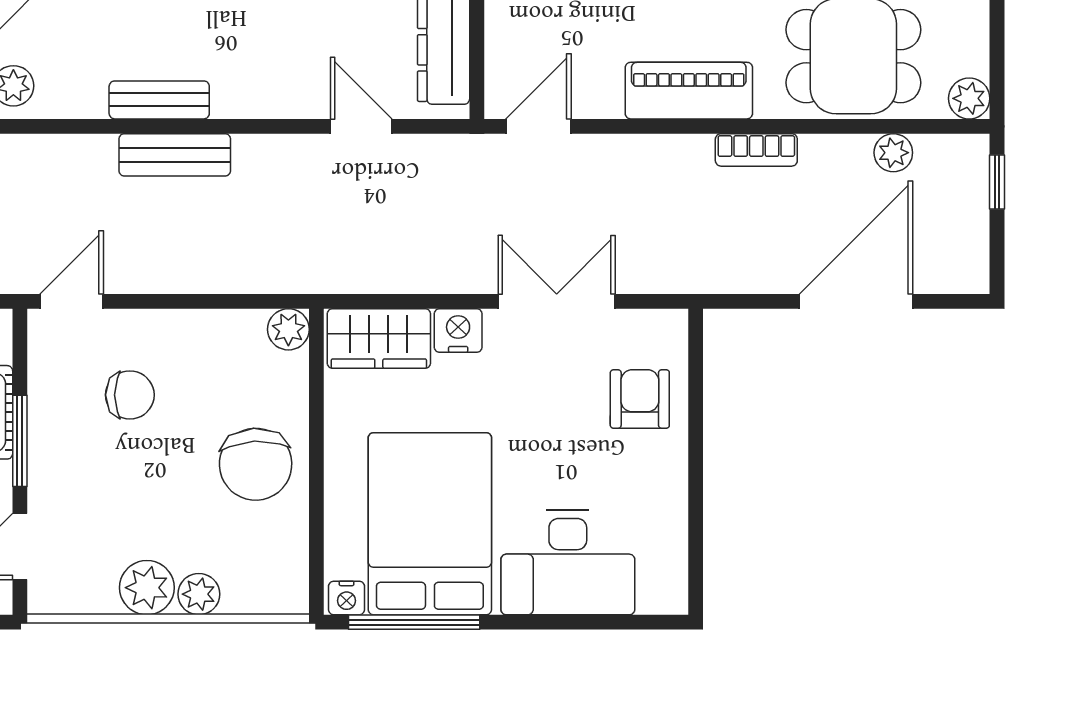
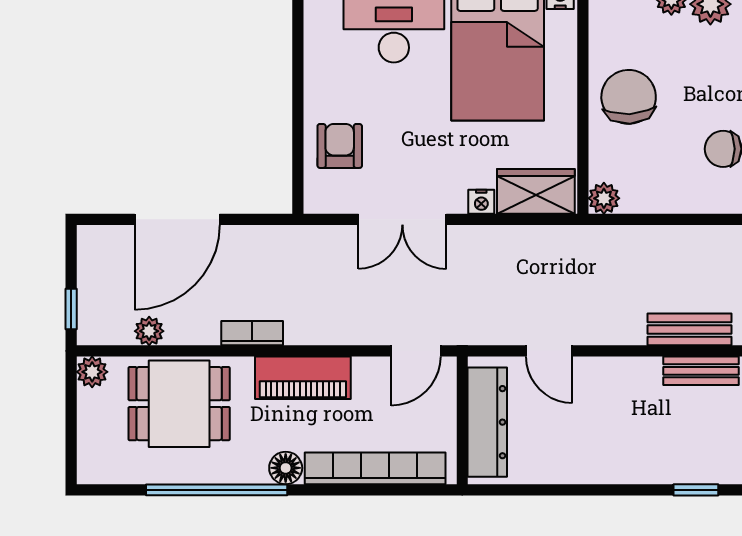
nightstand: (458, 331) -> (481, 202), width x0.72, depth x0.74
armchair: (640, 399) -> (340, 146), turned 180

